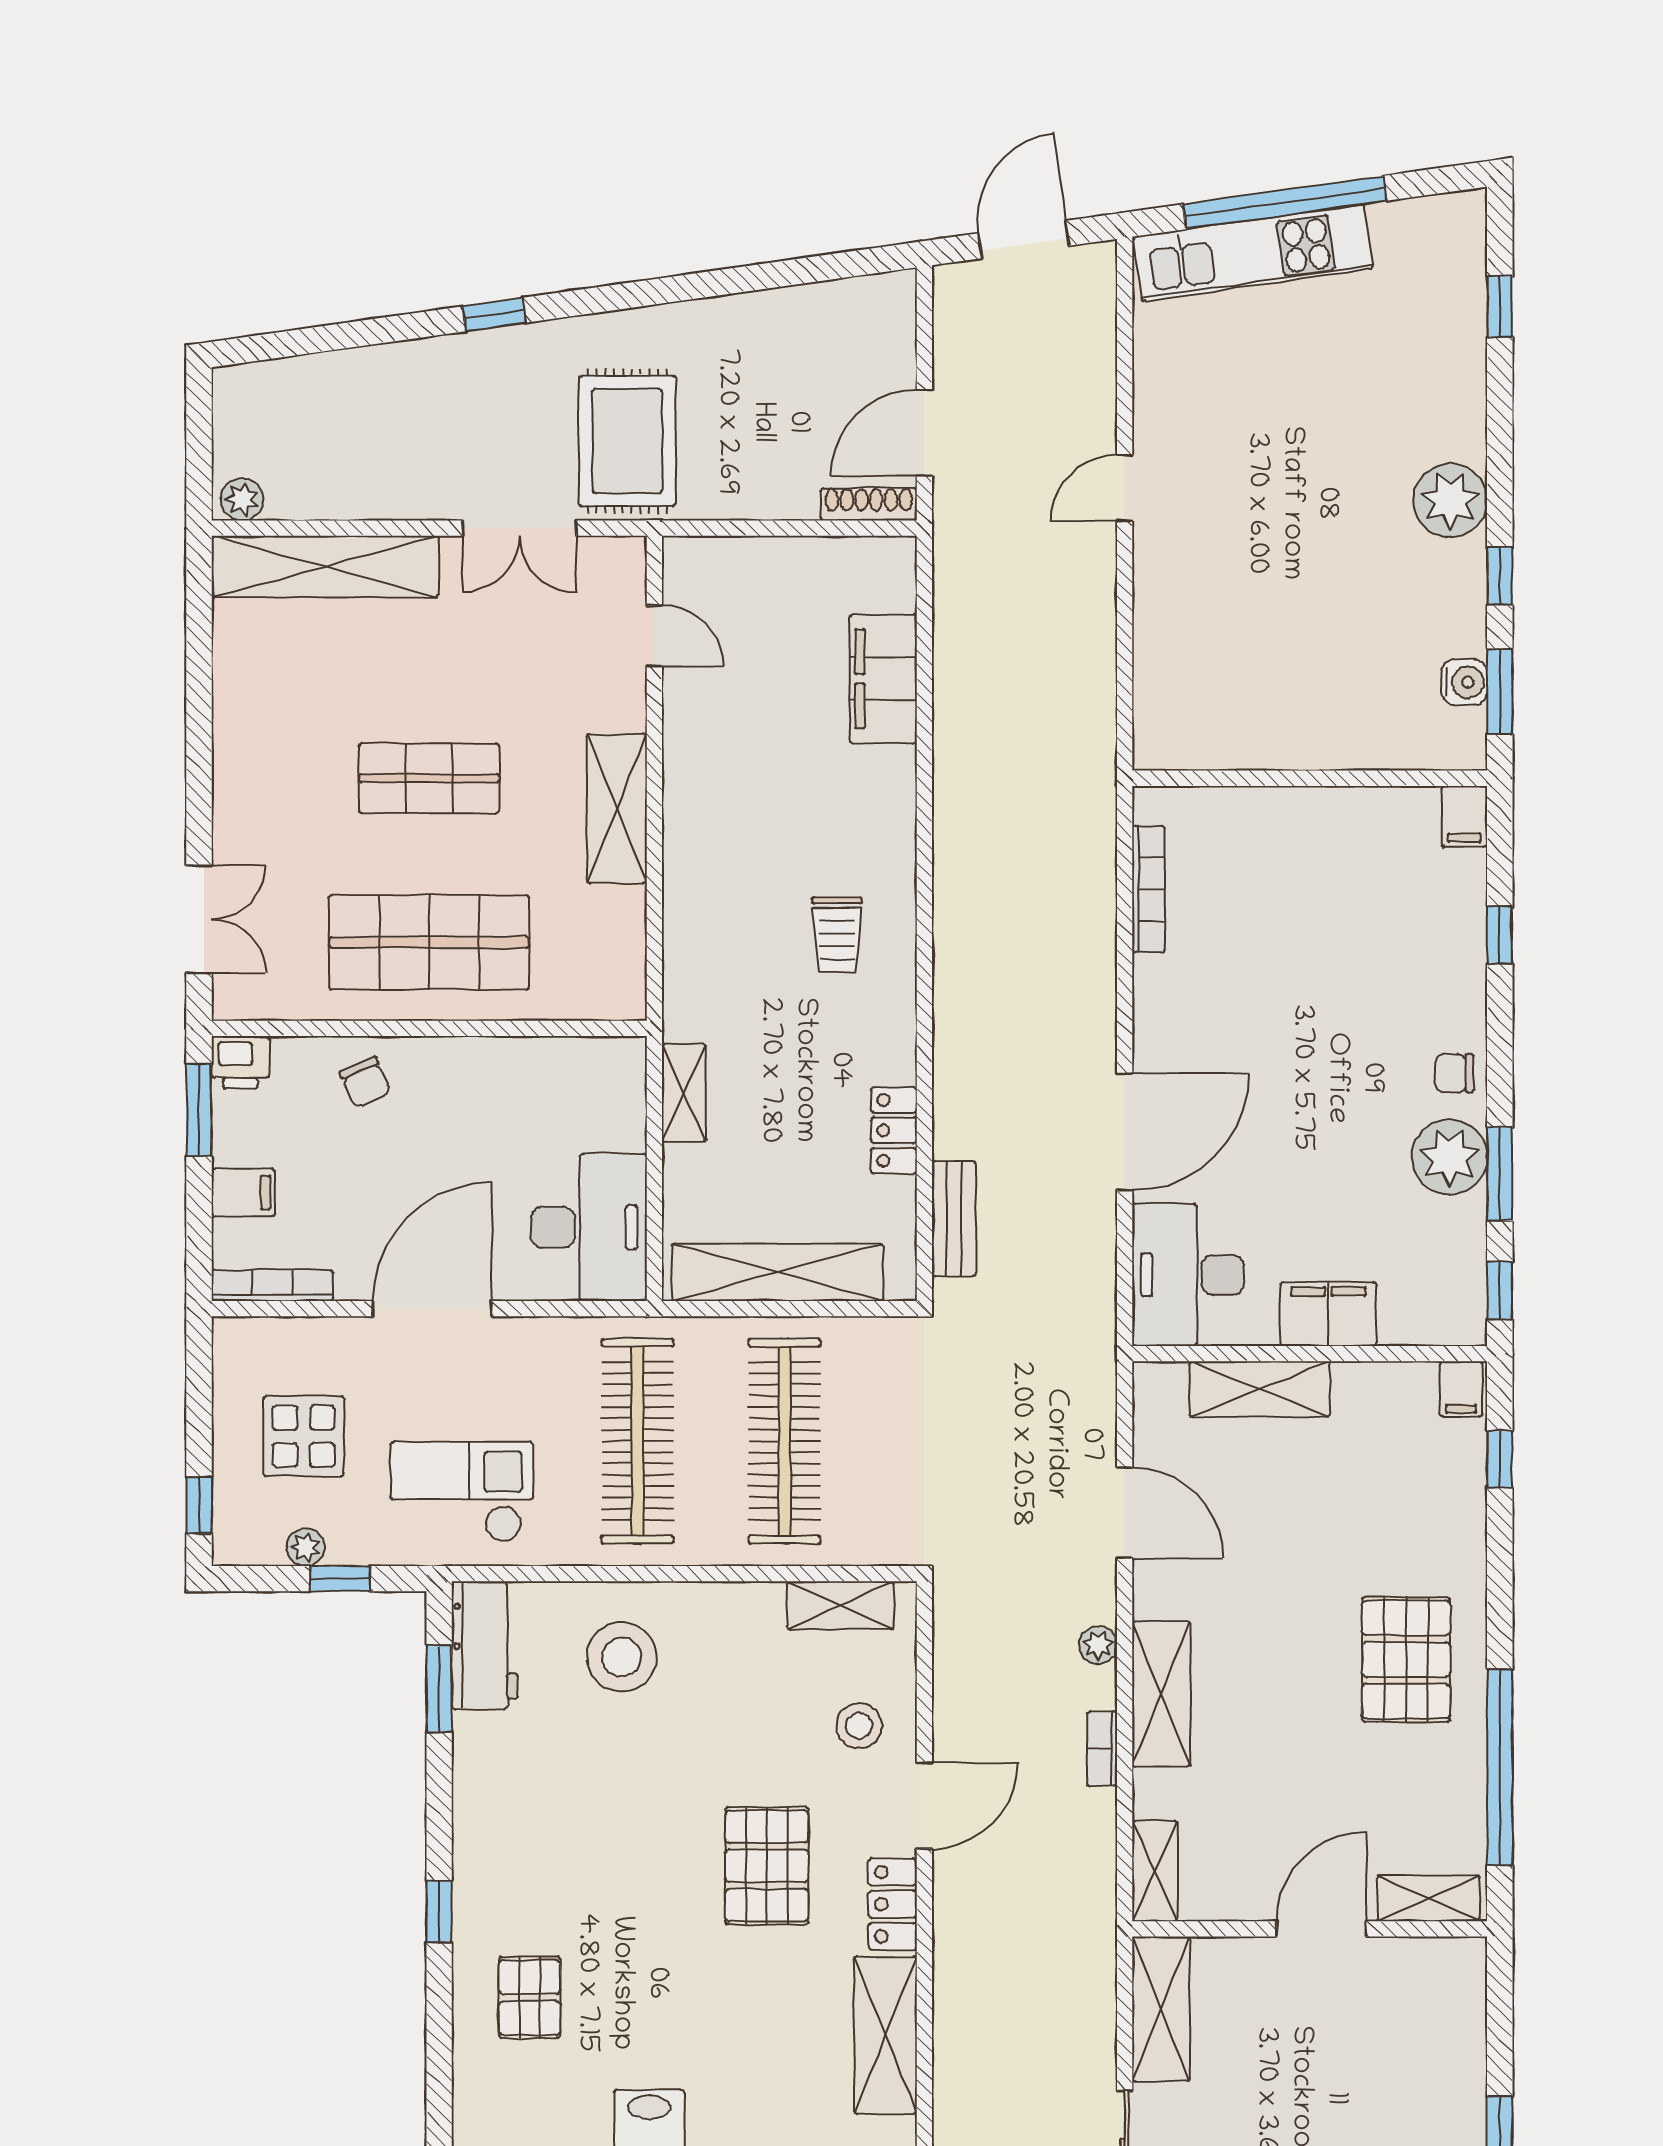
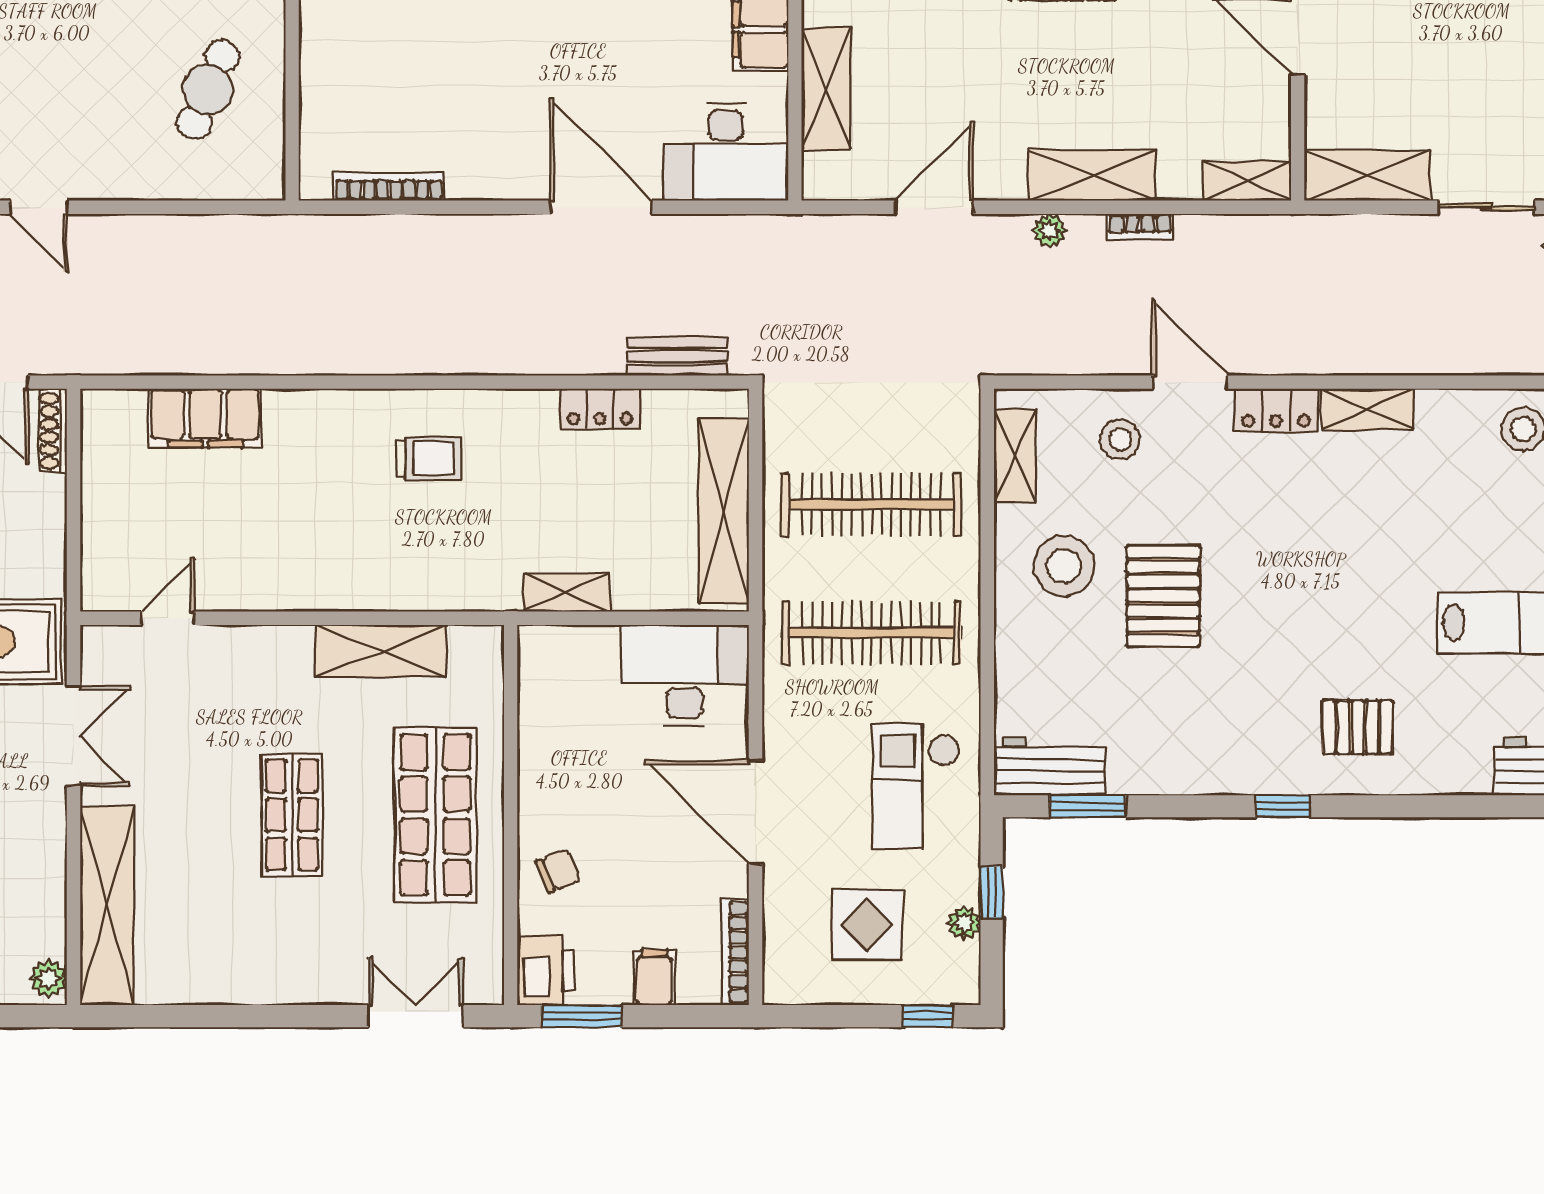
cafe table: (1259, 682) -> (208, 90), added
shelving: (617, 809) -> (381, 651), moved
printer: (240, 1062) -> (546, 971), width x1.36, depth x1.24
stool: (622, 1657) -> (1064, 566), moved
pallet: (767, 1866) -> (1163, 596), moved, turned 90
shelving: (885, 2035) -> (1368, 409), width x0.67, depth x0.75

